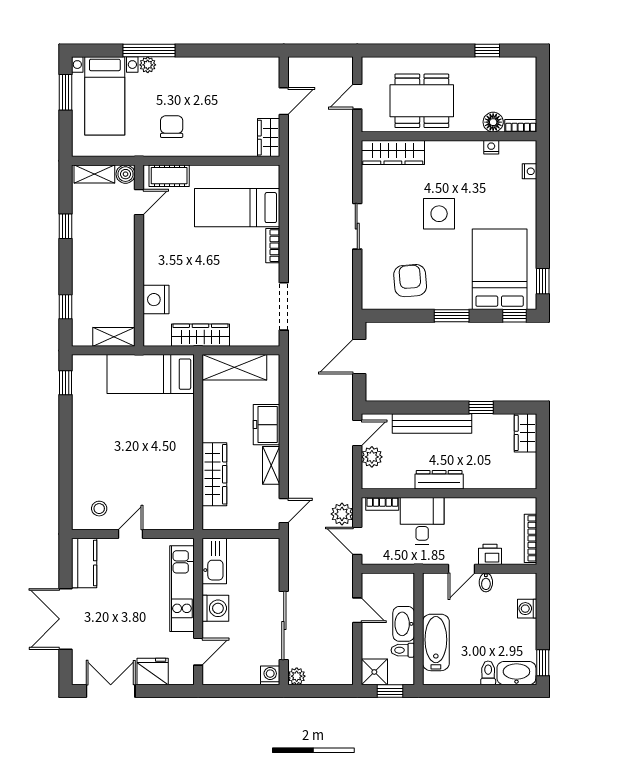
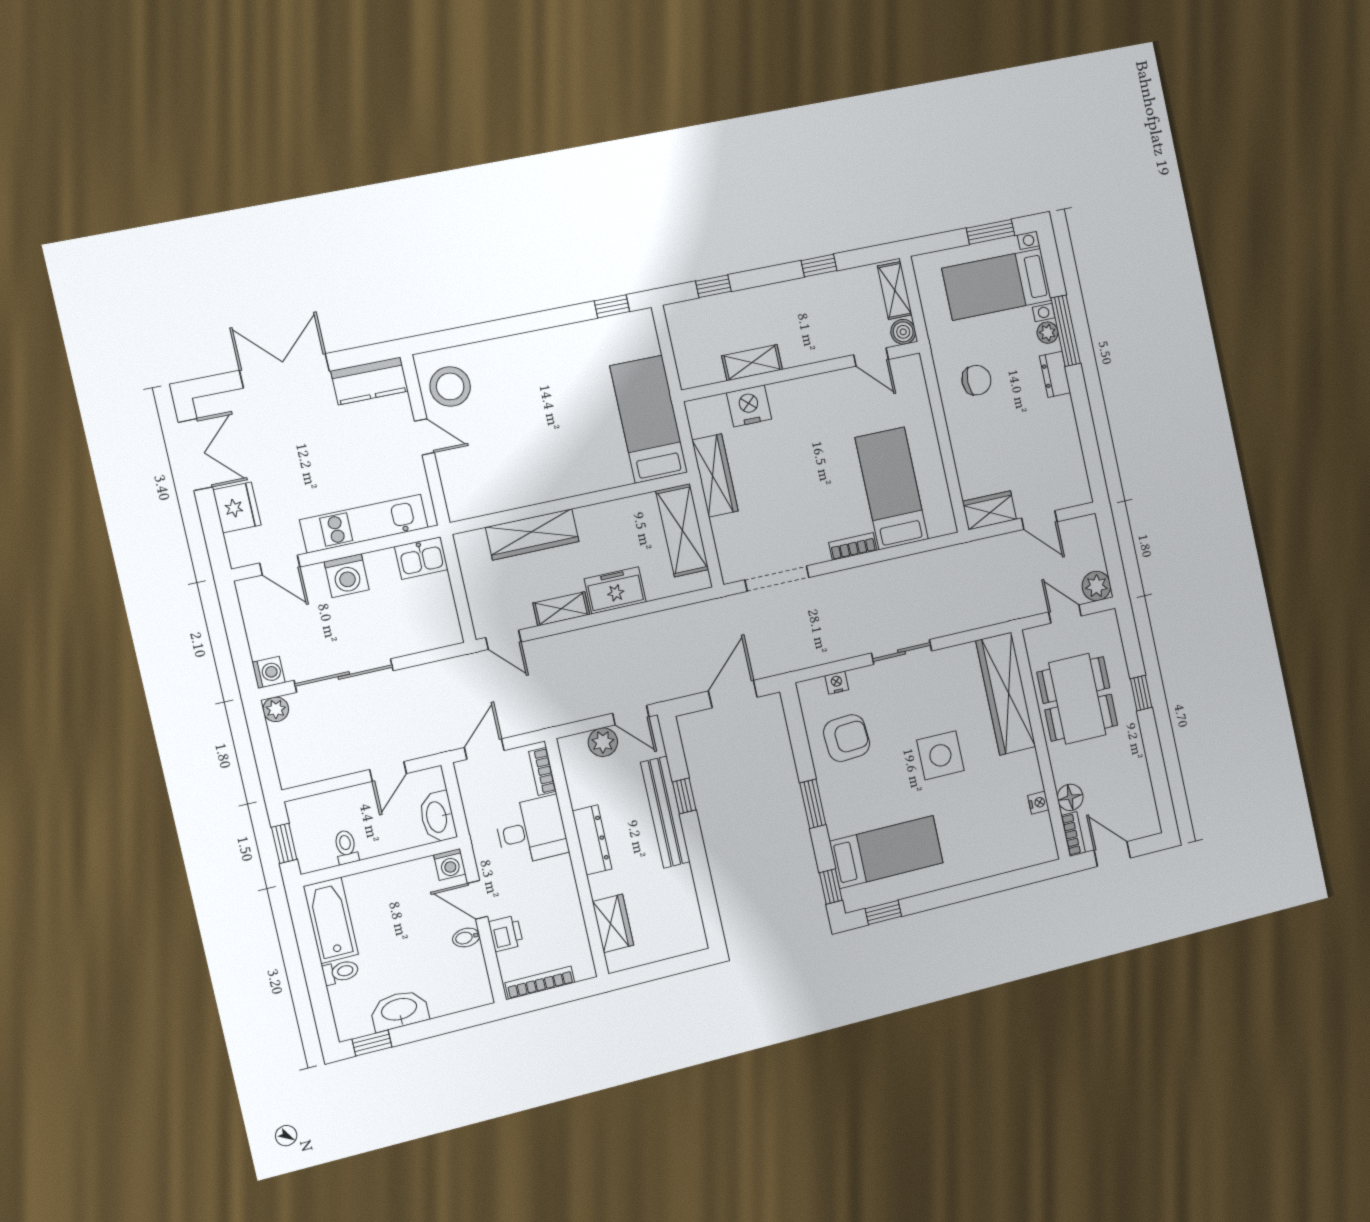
window: (487, 51) -> (1141, 693), moved
dresser: (180, 66) -> (1055, 374), added
door: (543, 99) -> (1112, 854), added
wardrobe: (393, 152) -> (1006, 694), width x1.40, depth x1.17
nightstand: (530, 171) -> (837, 683), moved, turned 180
cot: (169, 176) -> (913, 390), removed
bed: (500, 269) -> (886, 852), width x0.67
shelving: (114, 337) -> (752, 363), moved, turned 90
door: (359, 357) -> (733, 694), hinge flipped
window: (481, 408) -> (684, 796), moved
wardrobe: (526, 433) -> (613, 923), moved, turned 90
stool: (99, 509) -> (450, 386), width x1.89, depth x1.89
plant: (342, 514) -> (1096, 586), moved
kitchen sink: (214, 561) -> (421, 558), width x0.73
washing machine: (527, 609) -> (450, 864), moved, turned 180
washbasin: (404, 624) -> (437, 817), moved, turned -90
bathtub: (436, 642) -> (331, 920), moved, turned -90
shower: (374, 672) -> (306, 815), removed
washbasin: (516, 673) -> (399, 1010), moved, turned -90

